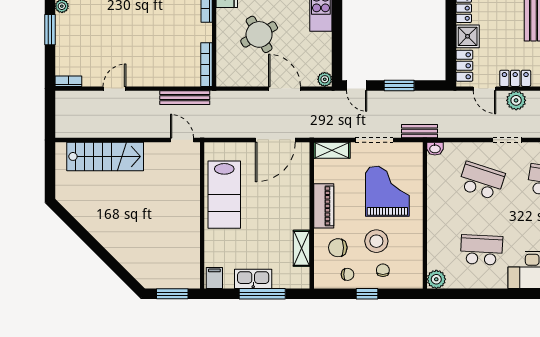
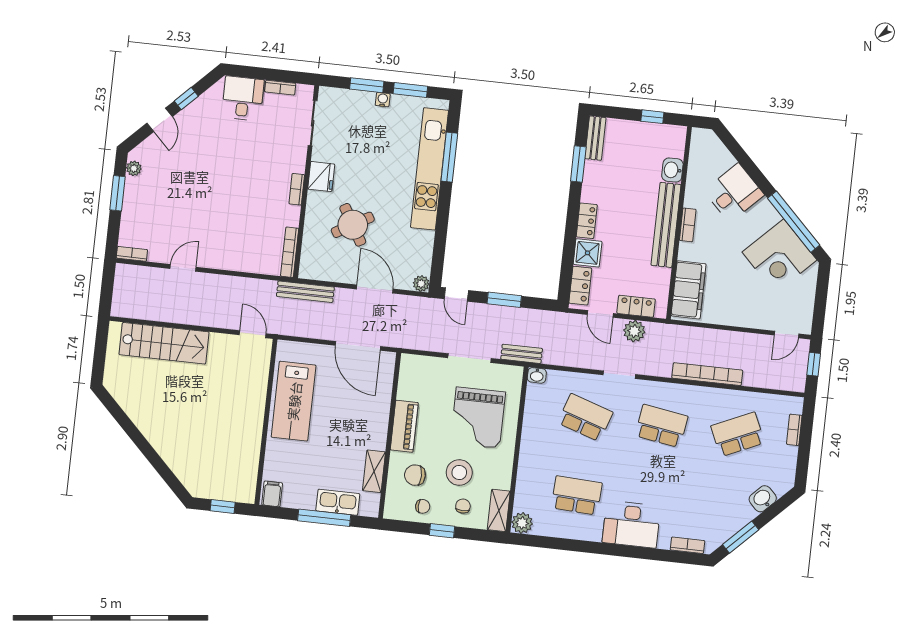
bench: (185, 98) -> (305, 292), moved
door: (275, 140) -> (358, 346), hinge flipped
shelving: (332, 150) -> (499, 510), moved, turned 90
grand piano: (387, 191) -> (478, 418), turned 180
kitchen sink: (253, 279) -> (338, 502), moved
window: (172, 294) -> (223, 507), width x0.67

